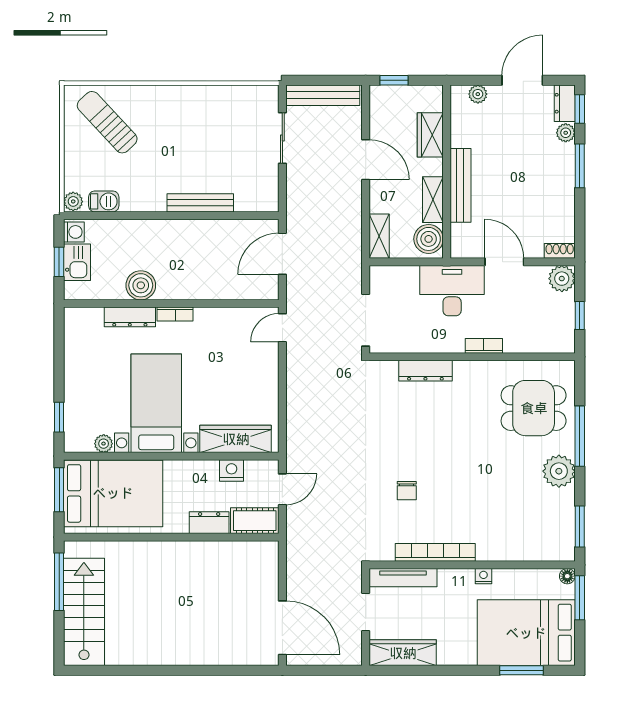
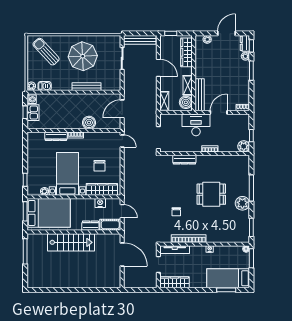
parasol: (191, 133) -> (83, 56), added
wardrobe: (430, 135) -> (187, 52), width x1.50
bench: (460, 185) -> (200, 95), moved
door: (504, 262) -> (219, 112), hinge flipped
plant: (562, 279) -> (244, 146), moved
boiler: (141, 285) -> (89, 123), moved
door: (282, 328) -> (122, 141), swing flipped
chair: (230, 385) -> (100, 166), added
dining table: (534, 408) -> (211, 194), moved
door: (282, 489) -> (122, 211), hinge flipped
stairs: (84, 612) -> (71, 242), moved, turned 90
door: (282, 628) -> (122, 255), moved
bed: (526, 633) -> (228, 278), width x0.67

